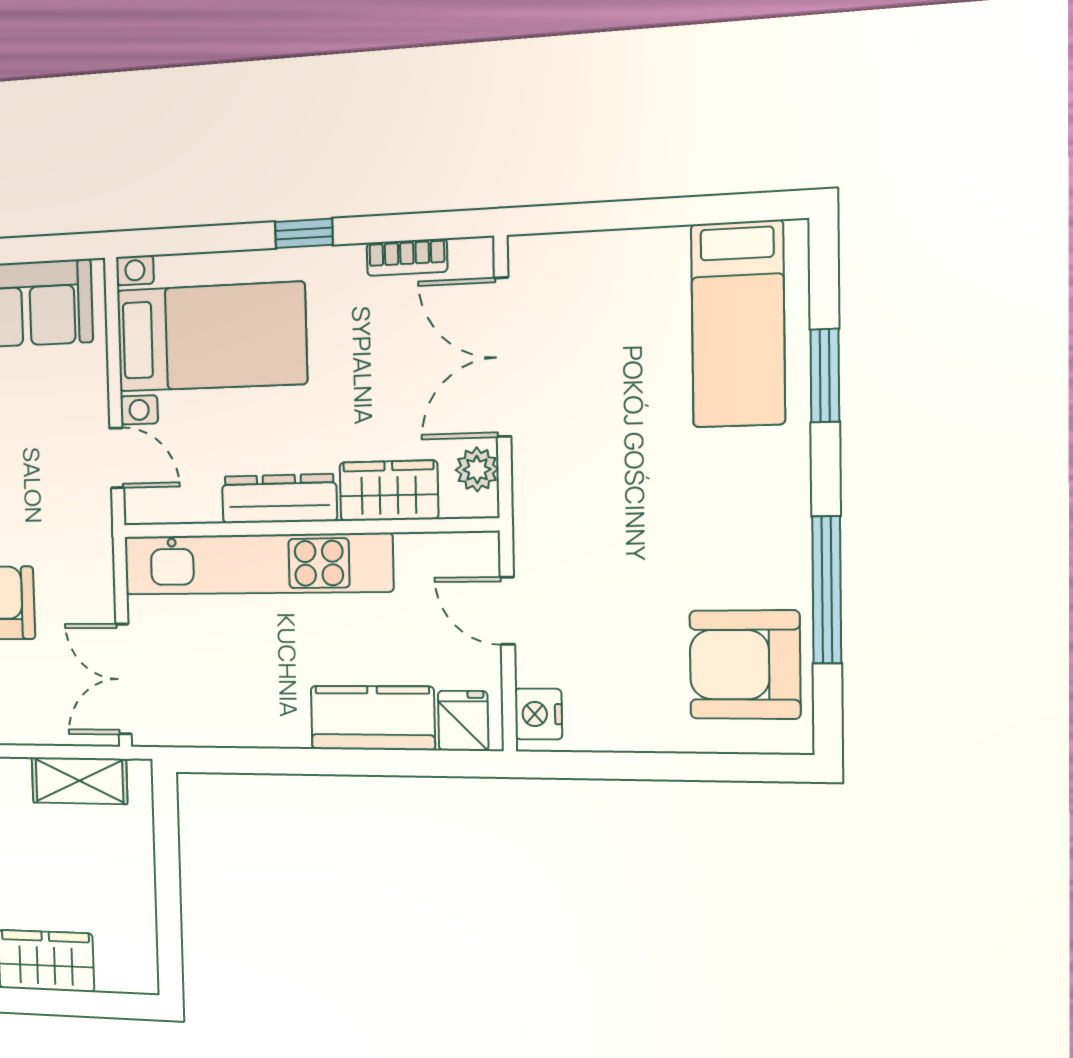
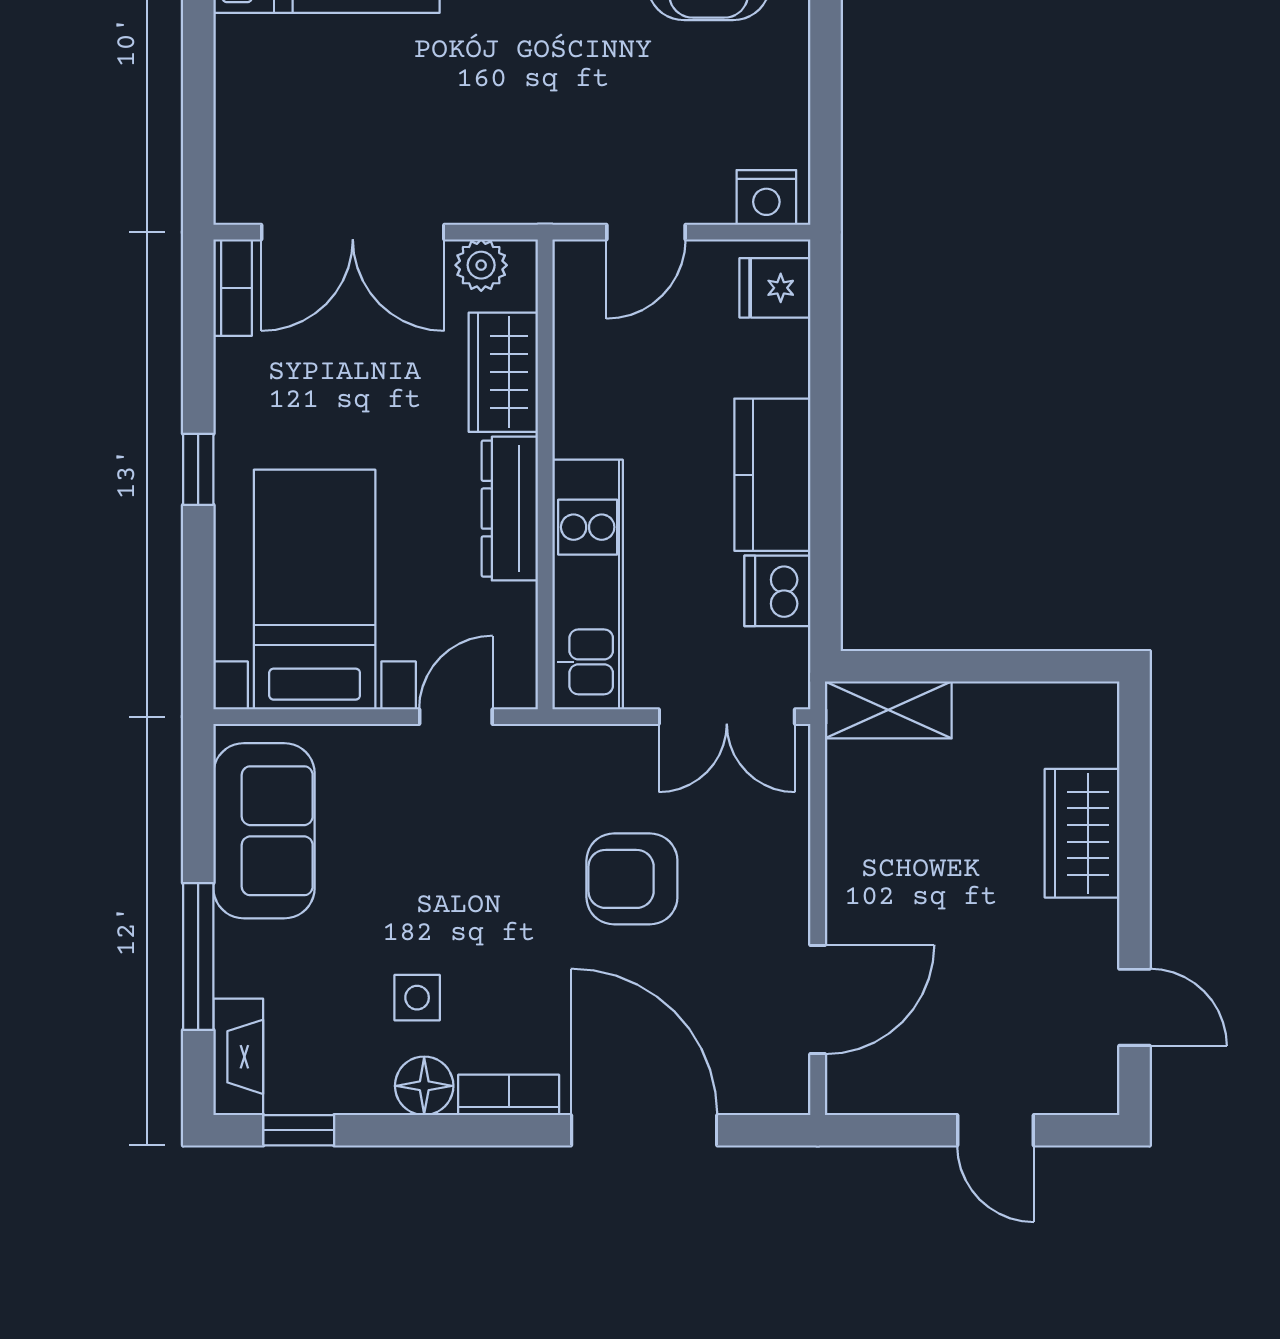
bookcase: (407, 257) -> (233, 288), moved
kitchen unit: (257, 564) -> (588, 584), width x0.73
kitchen counter: (373, 718) -> (772, 475), moved
dishwasher: (221, 721) -> (777, 591), added
shelving: (79, 781) -> (888, 710), moved, turned 90

